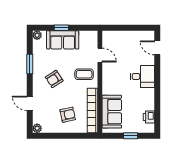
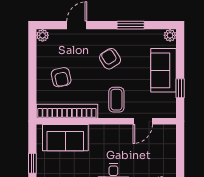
window: (61, 28) -> (180, 88), moved

